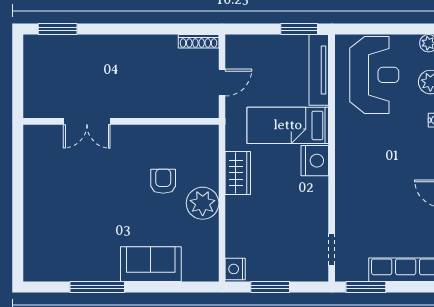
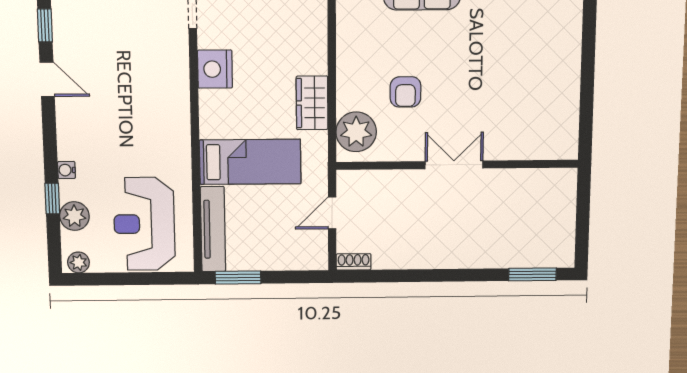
shoe rack: (199, 41) -> (354, 262), width x0.70
double door: (87, 121) -> (454, 165), moved
nightstand: (315, 161) -> (215, 69), moved
plant: (203, 203) -> (356, 132), moved

